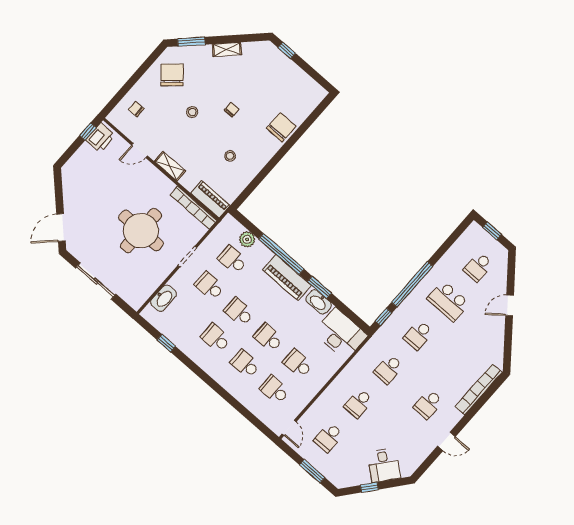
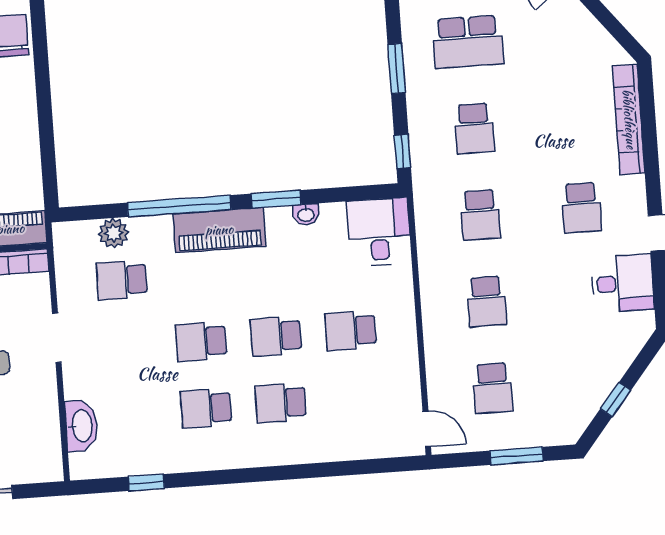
window: (412, 284) -> (397, 69), width x0.47
school desk: (209, 286) -> (126, 347), removed
washbasin: (319, 302) -> (306, 214), width x0.52, depth x0.69
desk: (340, 334) -> (379, 232), width x0.73
school desk: (275, 390) -> (355, 398), removed
desk: (384, 465) -> (623, 283), moved, turned -39

